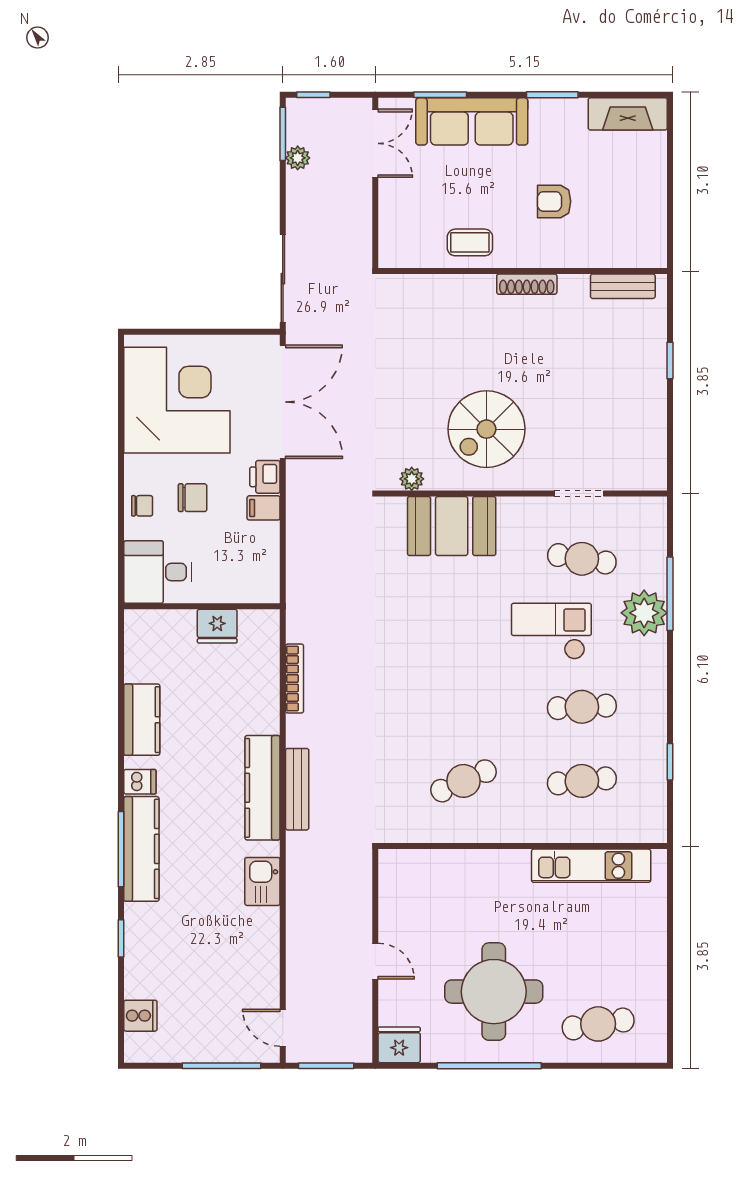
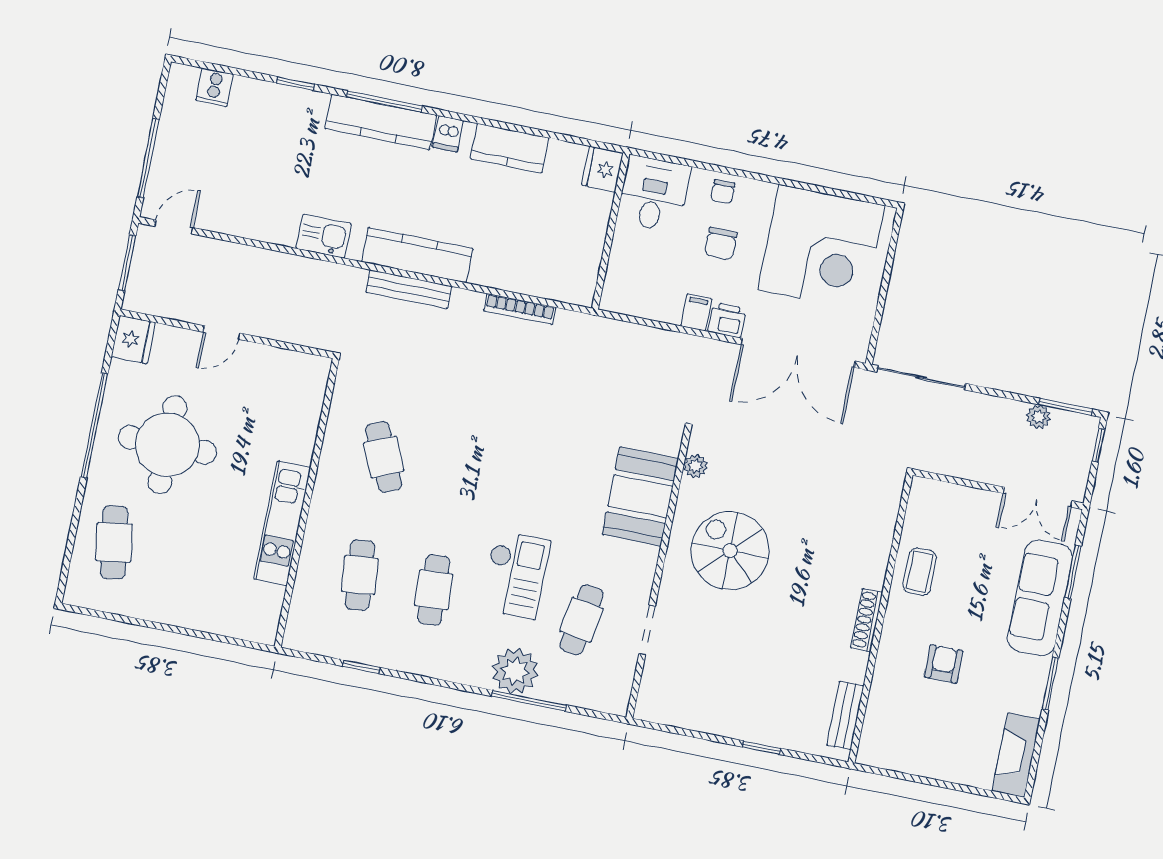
fridge: (217, 626) -> (602, 169), moved
kitchen unit: (591, 866) -> (282, 523), moved

